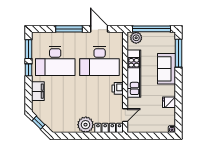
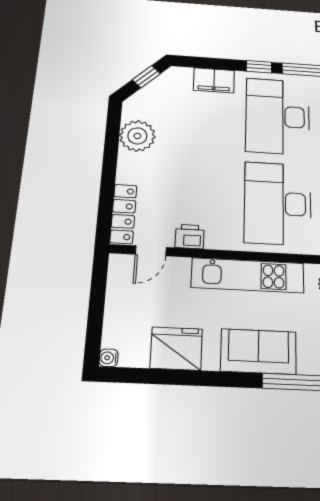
printer: (118, 88) -> (190, 236), moved
fridge: (169, 102) -> (176, 349), width x1.88, depth x1.34
door: (125, 115) -> (151, 251), hinge flipped
plant: (86, 125) -> (137, 136), moved

